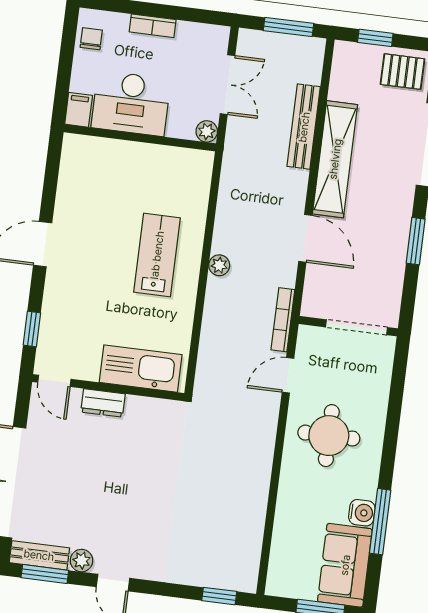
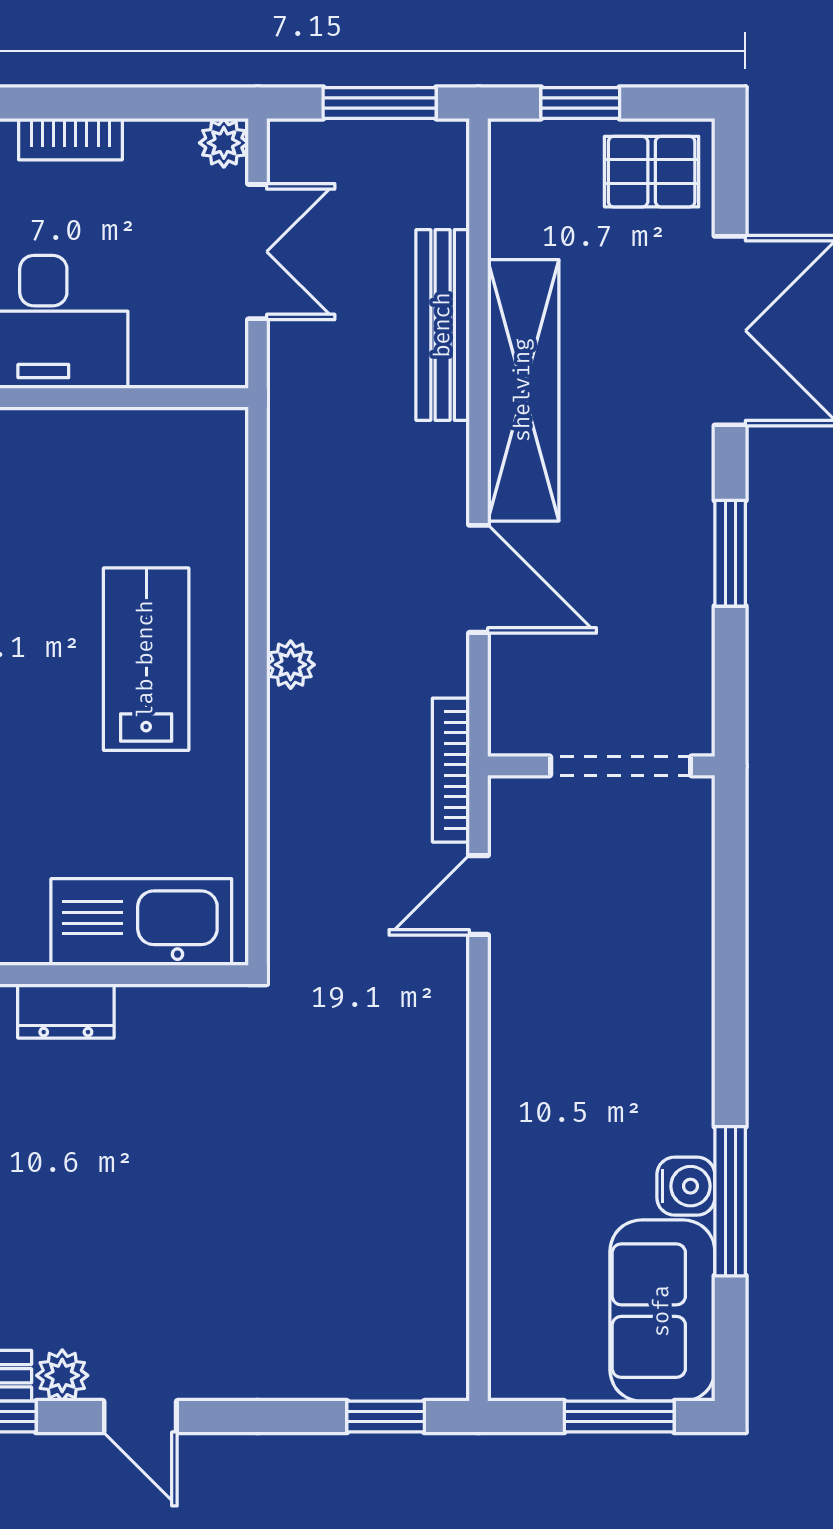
plant: (207, 131) -> (224, 143), moved
round table: (329, 436) -> (589, 1020), removed

